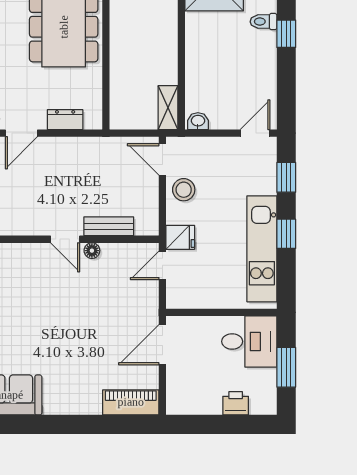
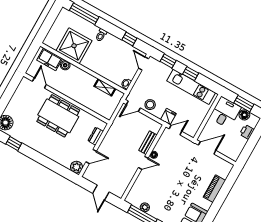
window: (286, 34) -> (129, 39), moved
shelving: (168, 108) -> (105, 87), moved
door: (21, 133) -> (91, 157), hinge flipped
door: (162, 265) -> (176, 130), swing flipped
door: (162, 345) -> (207, 148), swing flipped
floor lamp: (265, 380) -> (244, 115), added
piano: (131, 402) -> (214, 189), moved

